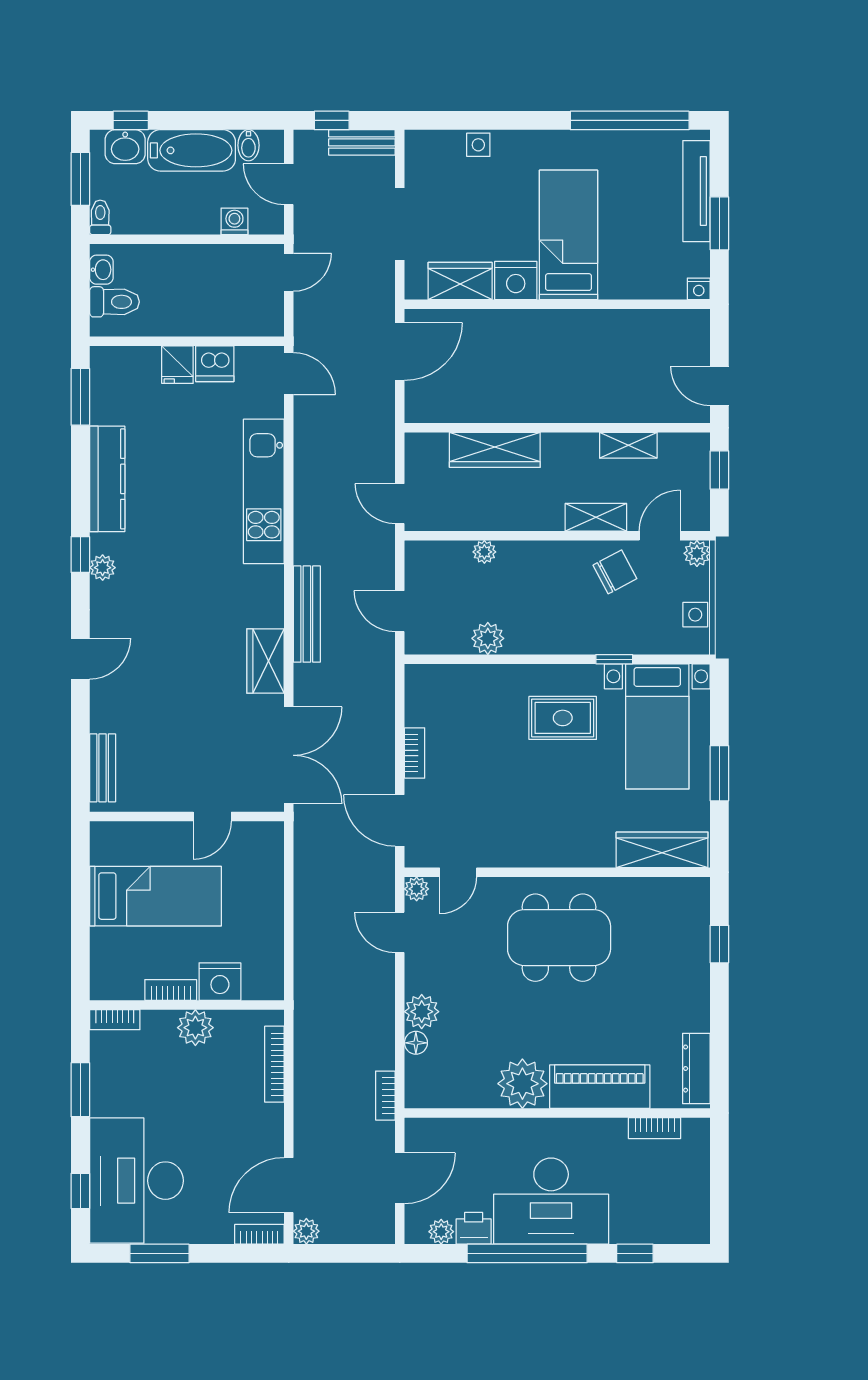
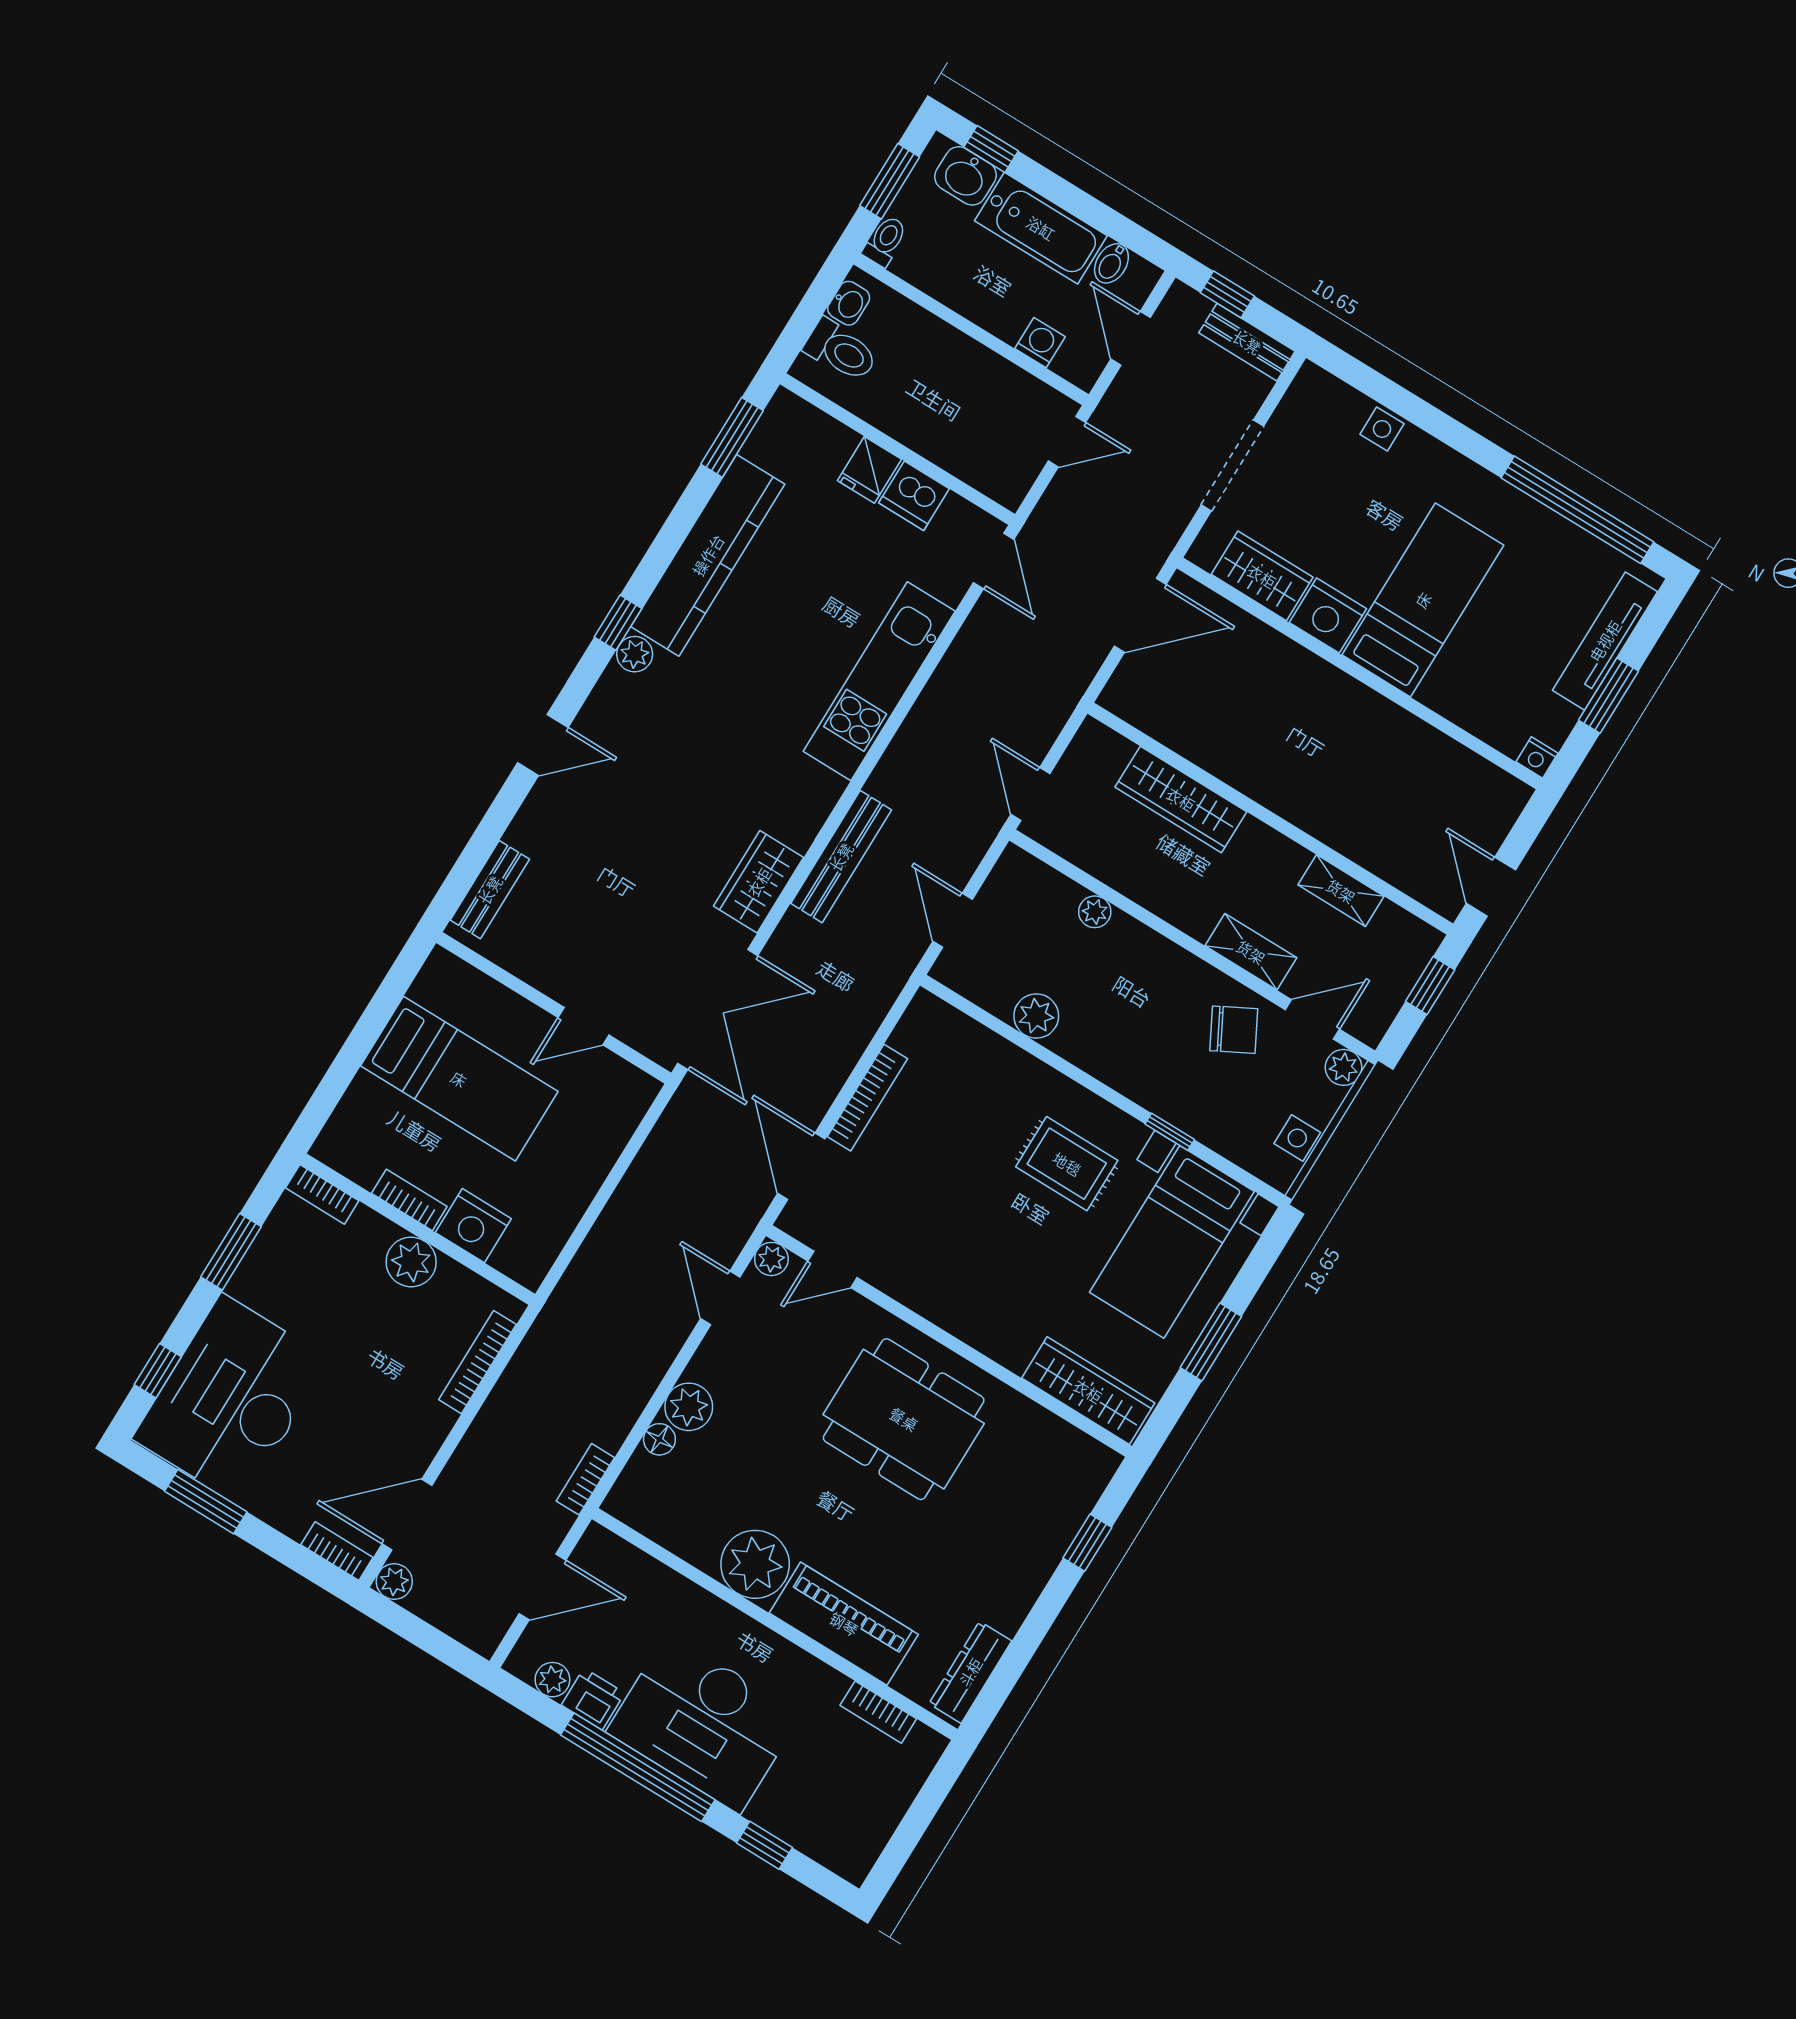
kitchen counter: (107, 479) -> (708, 555), width x1.39, depth x1.17
bookcase: (415, 753) -> (867, 1098), width x1.56

